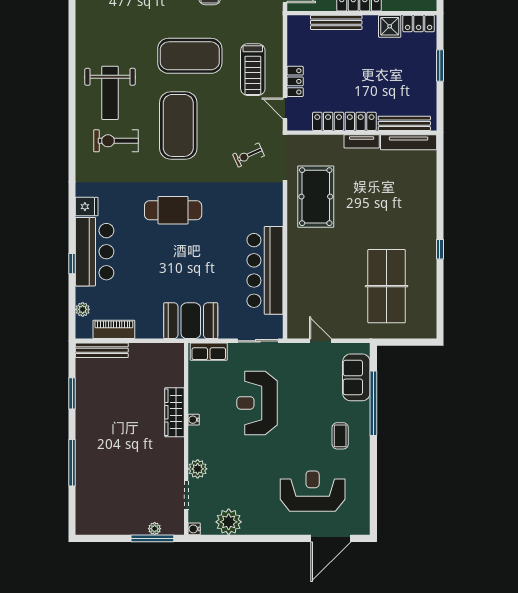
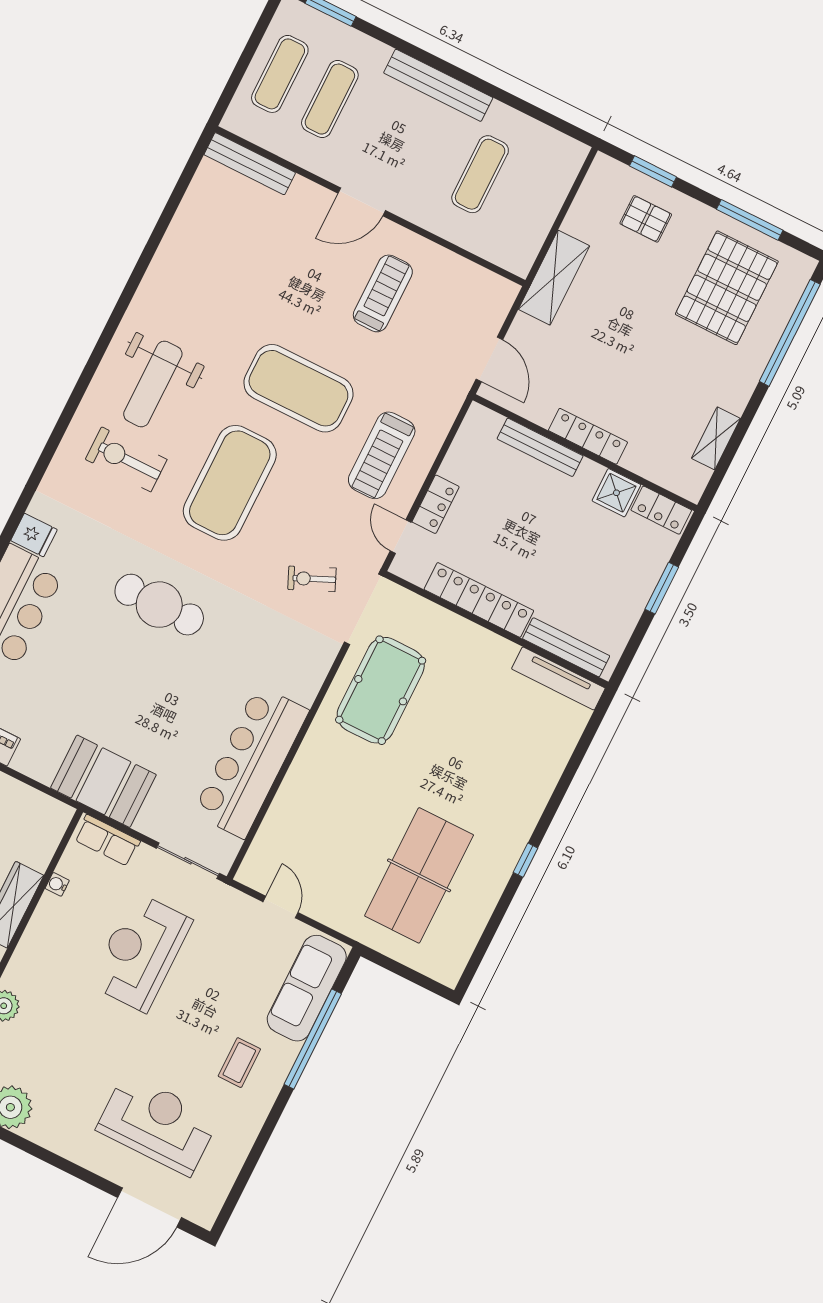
tv unit: (362, 141) -> (490, 642), removed
sofa: (356, 377) -> (307, 988), width x1.36
water cooler: (194, 420) -> (57, 884), moved

